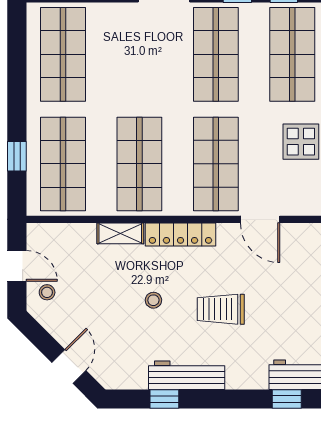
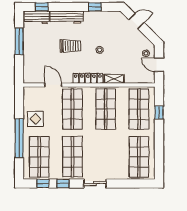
door: (69, 366) -> (136, 21), swing flipped
workbench: (187, 375) -> (67, 17), moved

